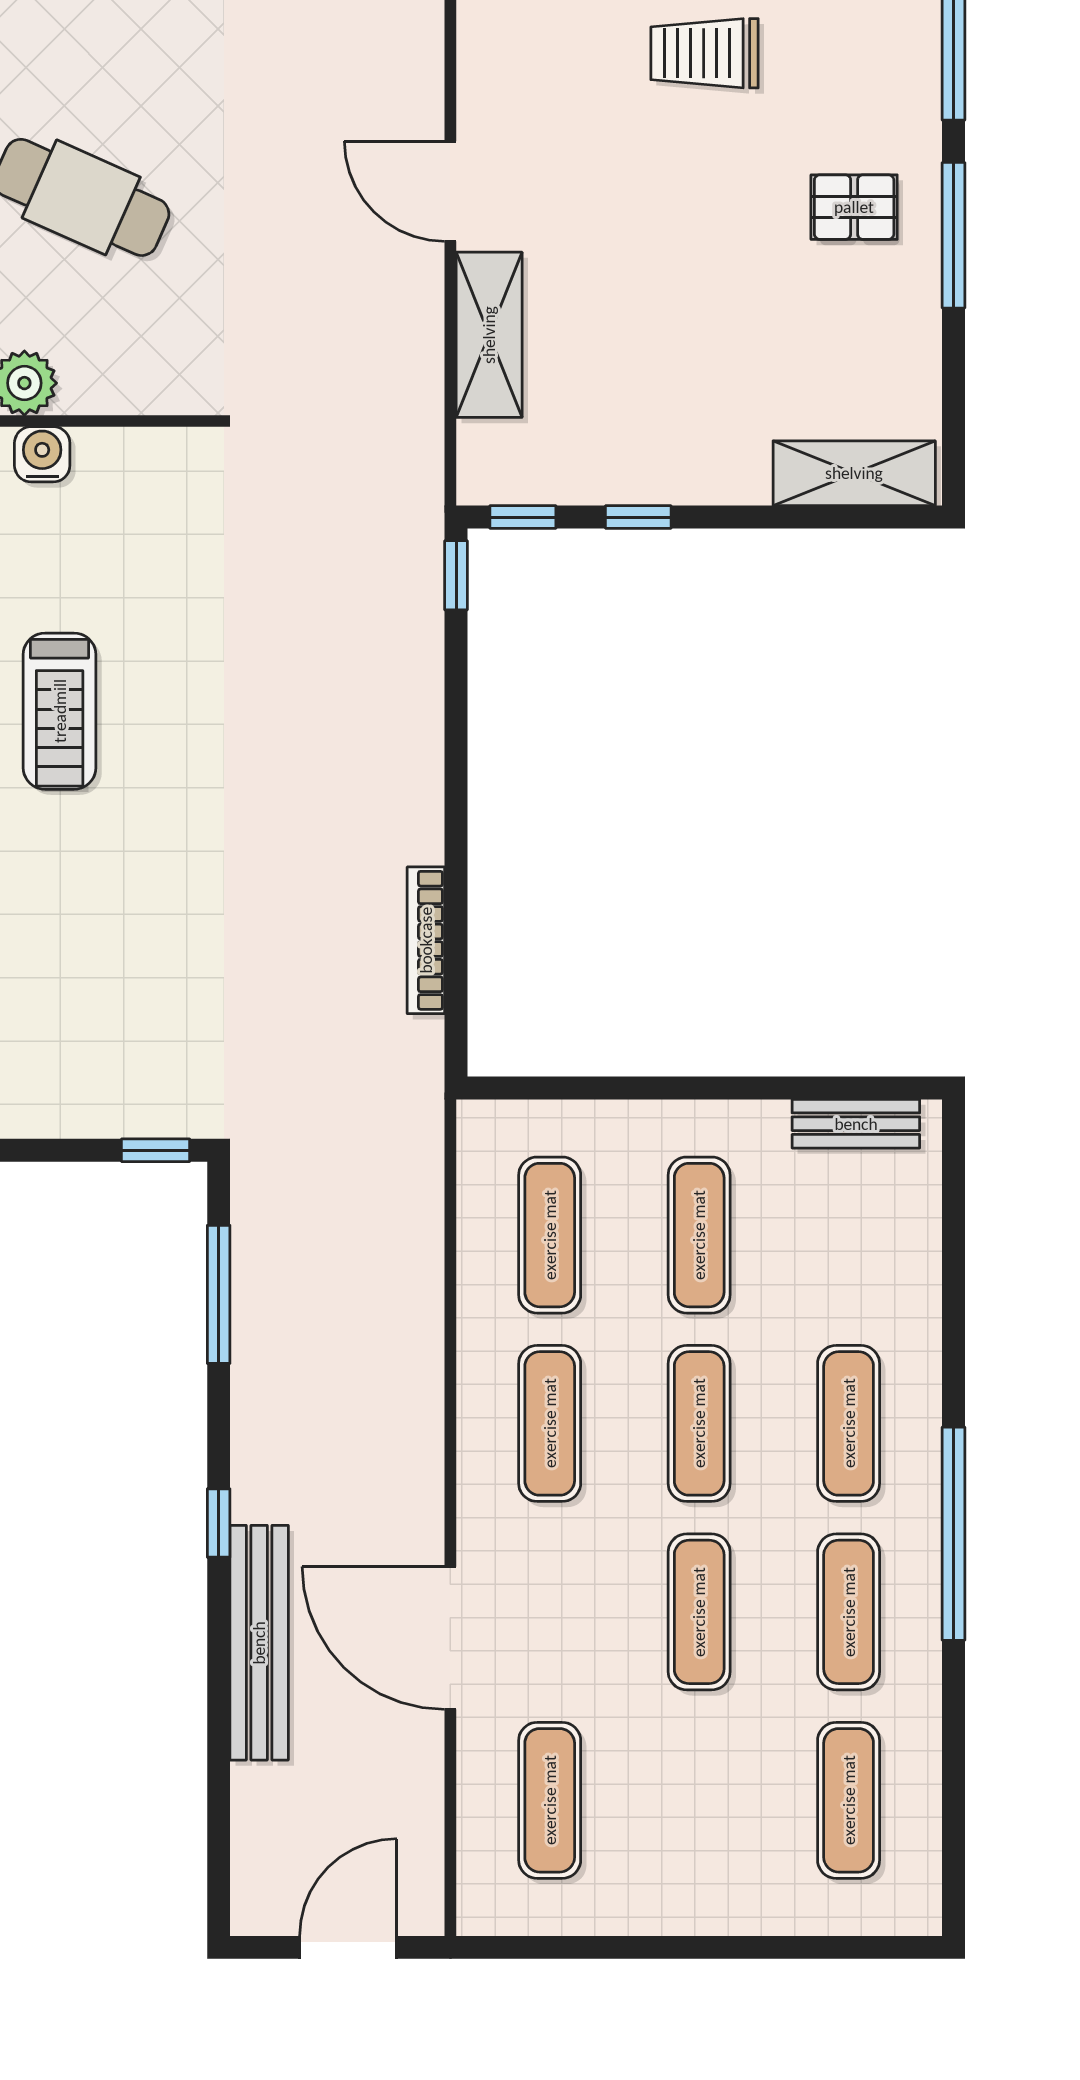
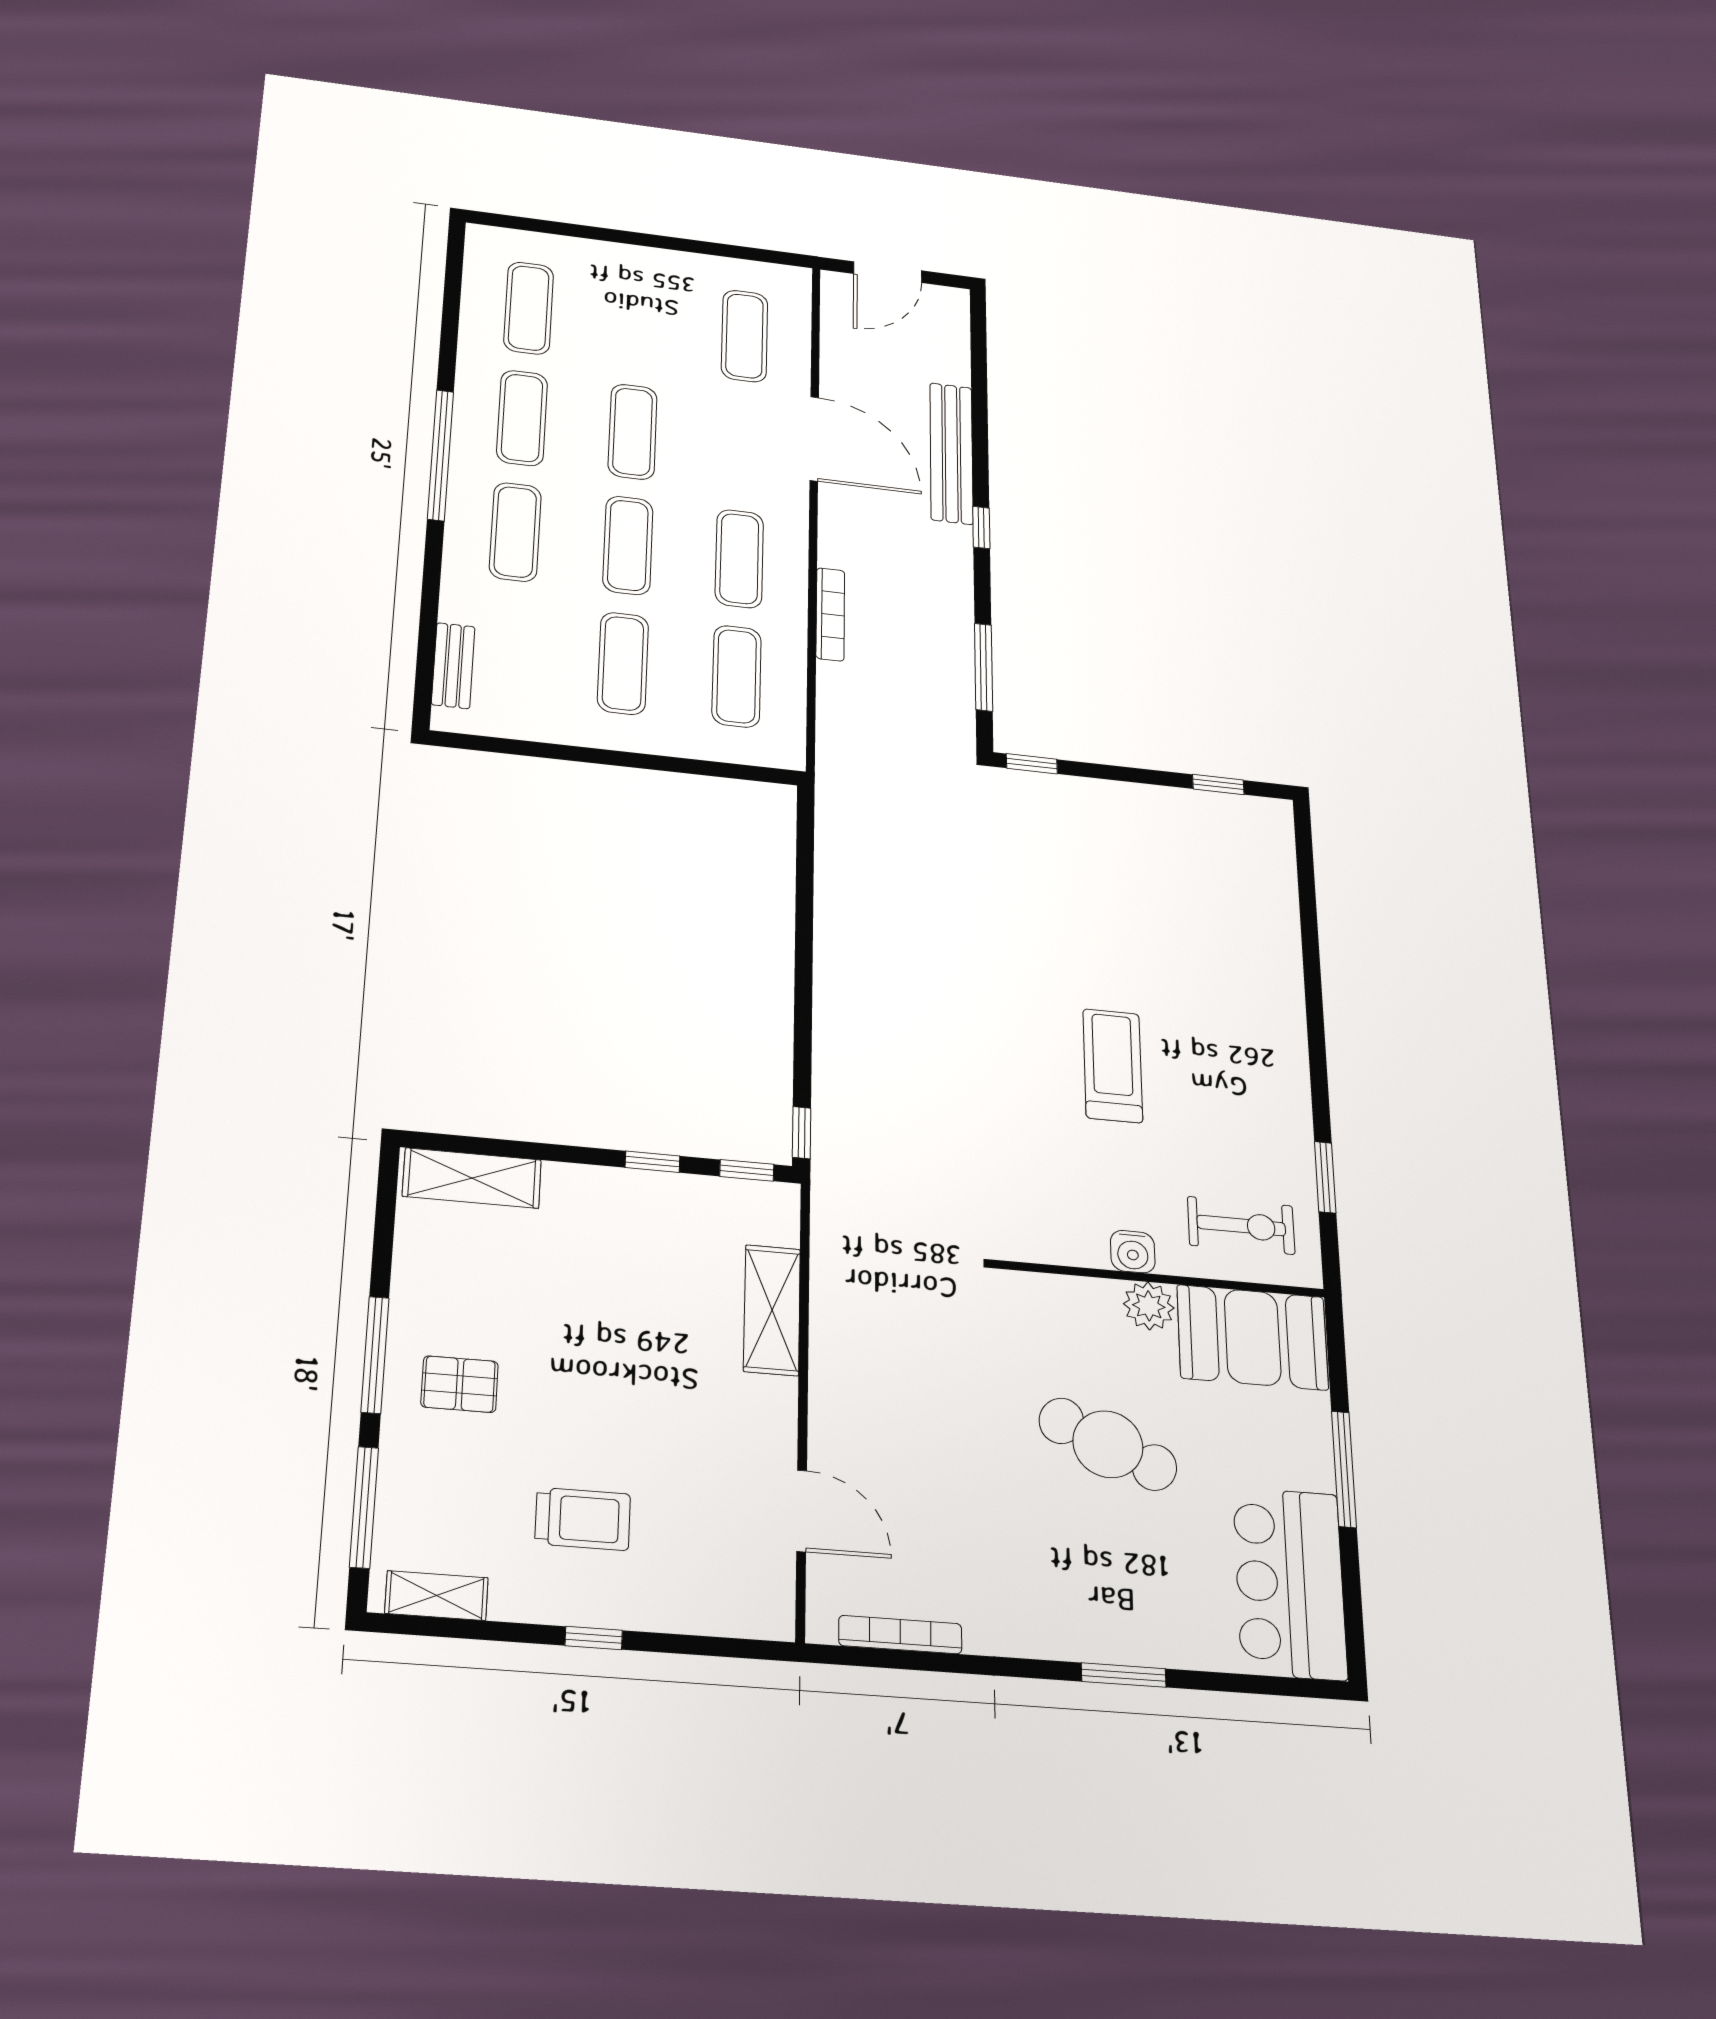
door: (450, 191) -> (802, 1511), moved
bookcase: (426, 940) -> (830, 614), moved
bench: (856, 1124) -> (453, 666), moved, turned 90

